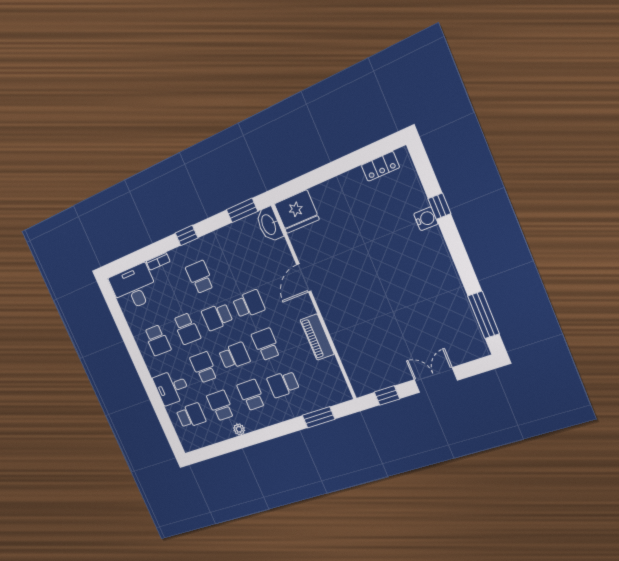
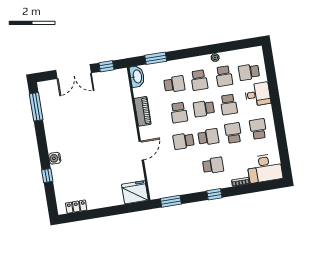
water cooler: (426, 219) -> (55, 158), moved
washbasin: (269, 224) -> (137, 76), moved
school desk: (200, 277) -> (213, 165), turned -90
double door: (436, 380) -> (73, 72), width x1.37

